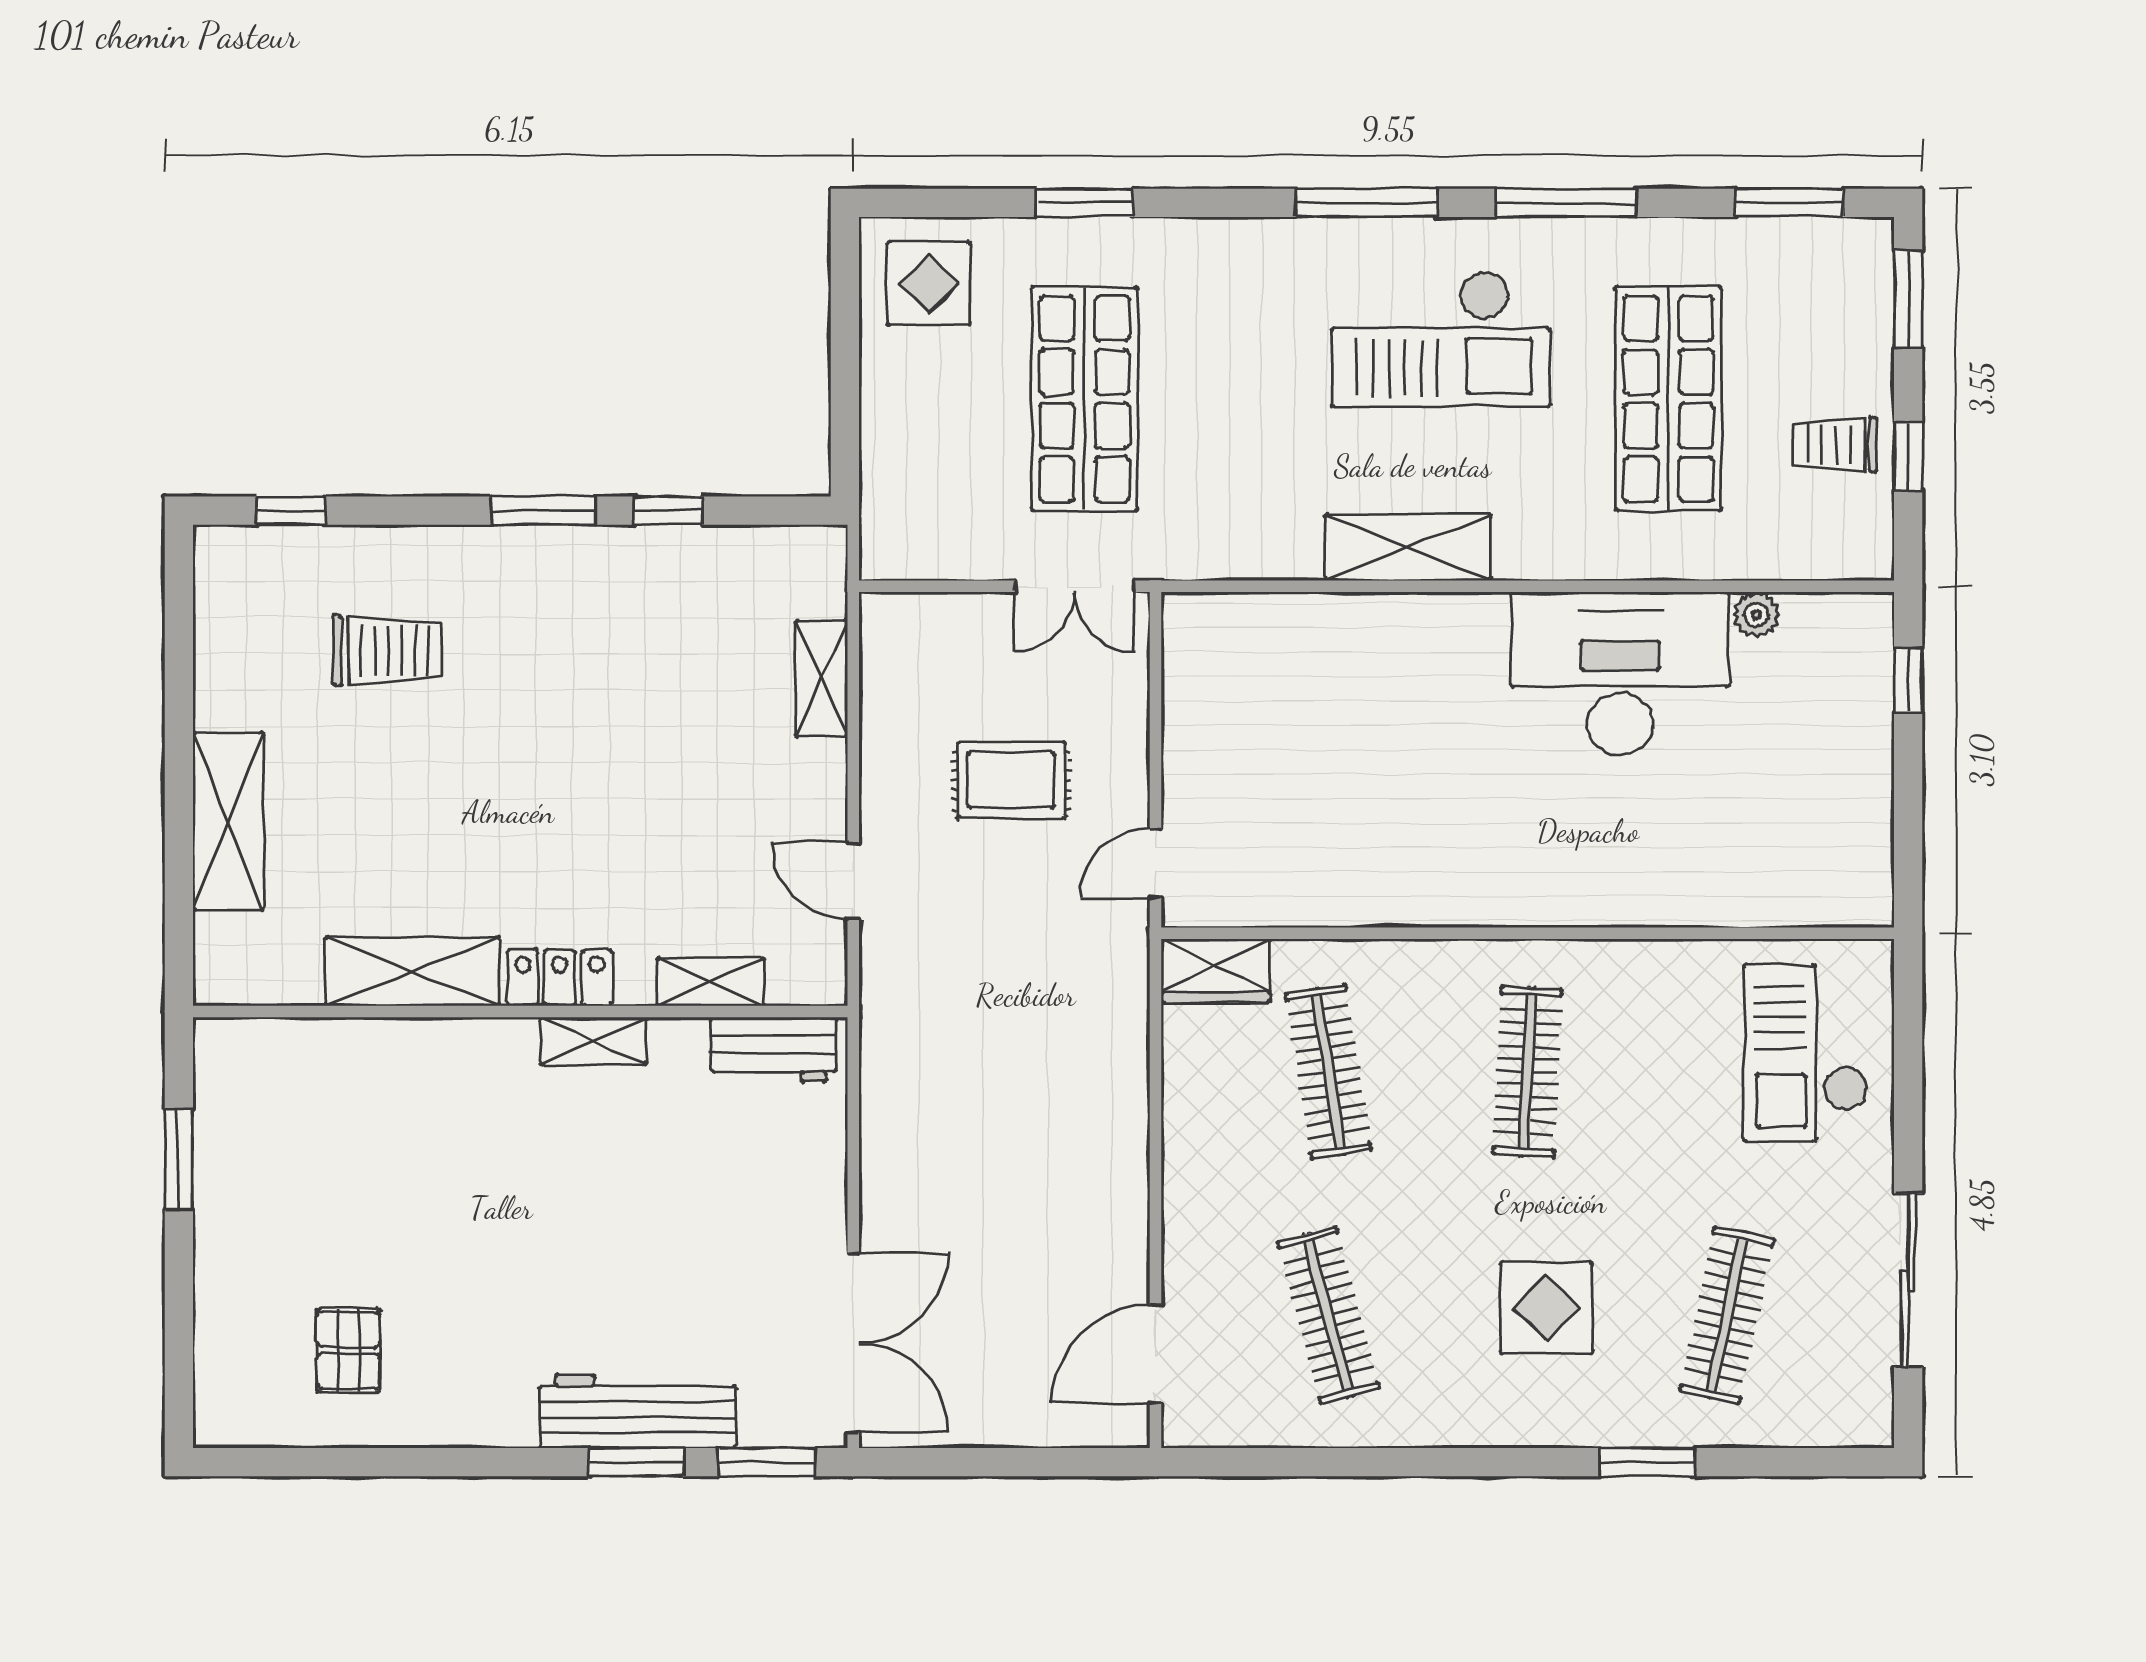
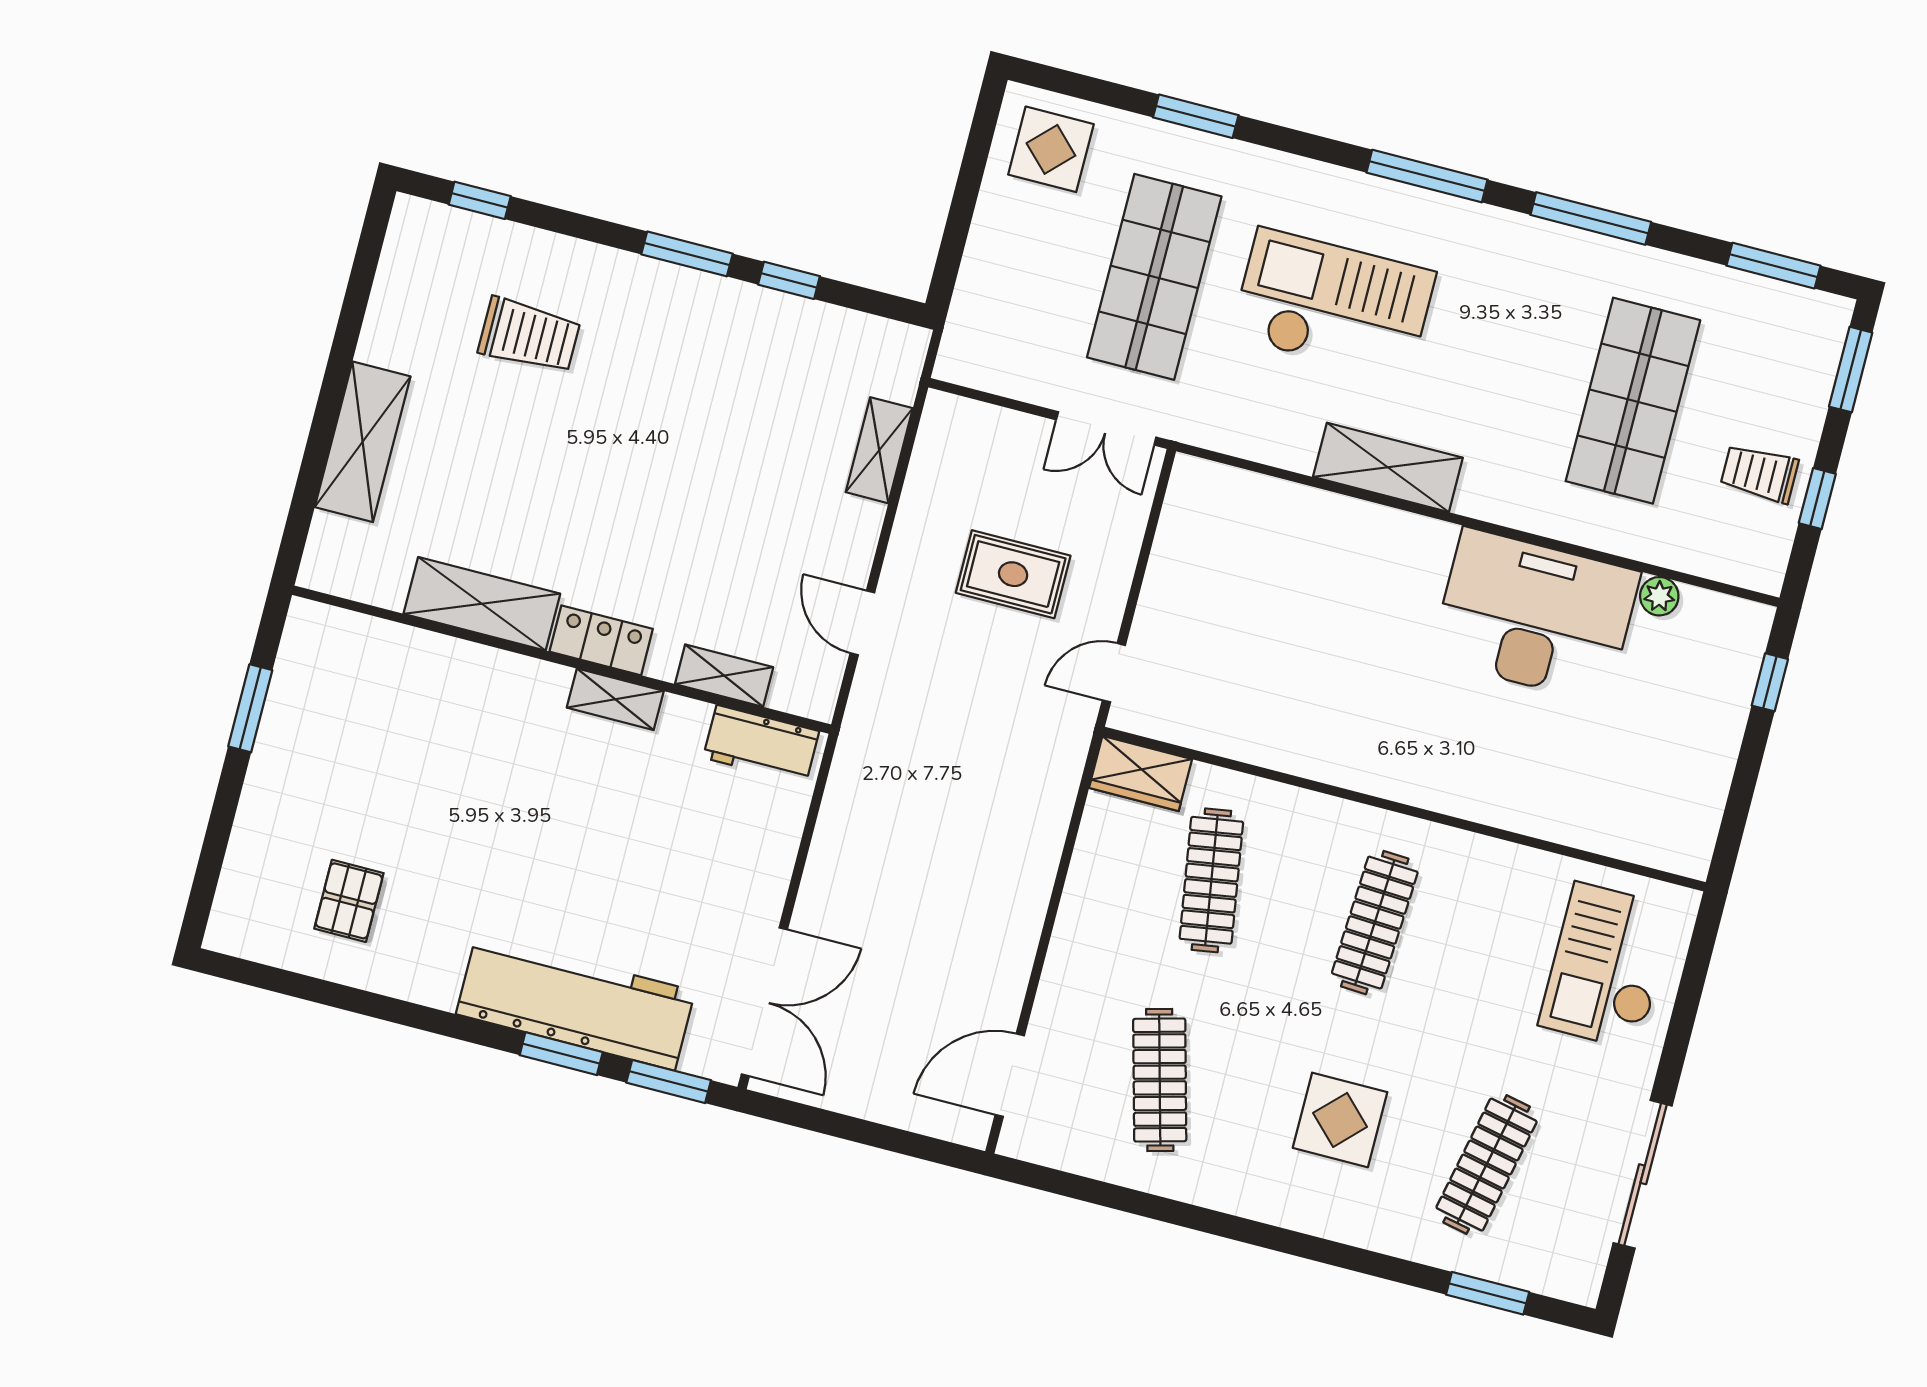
checkout: (1441, 339) -> (1333, 304), moved, turned 180
workbench: (638, 1411) -> (576, 1003), width x1.36, depth x1.32
window: (1647, 1462) -> (1488, 1293), moved

